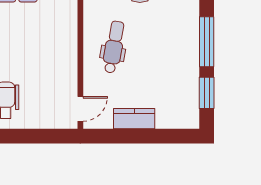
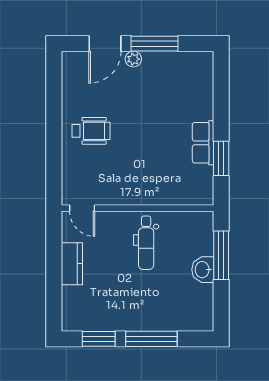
dental chair: (114, 47) -> (146, 243), turned 80

